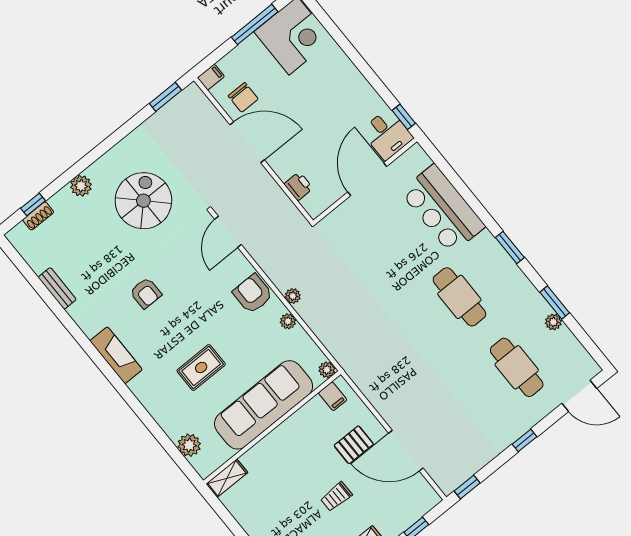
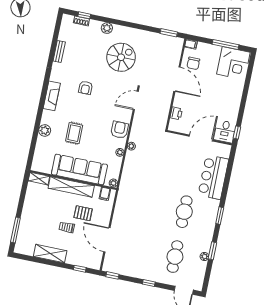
rug: (201, 367) -> (74, 133), turned 90
shelving: (280, 439) -> (71, 187), added
plant: (189, 445) -> (45, 130), moved
pallet: (354, 445) -> (83, 213), moved

